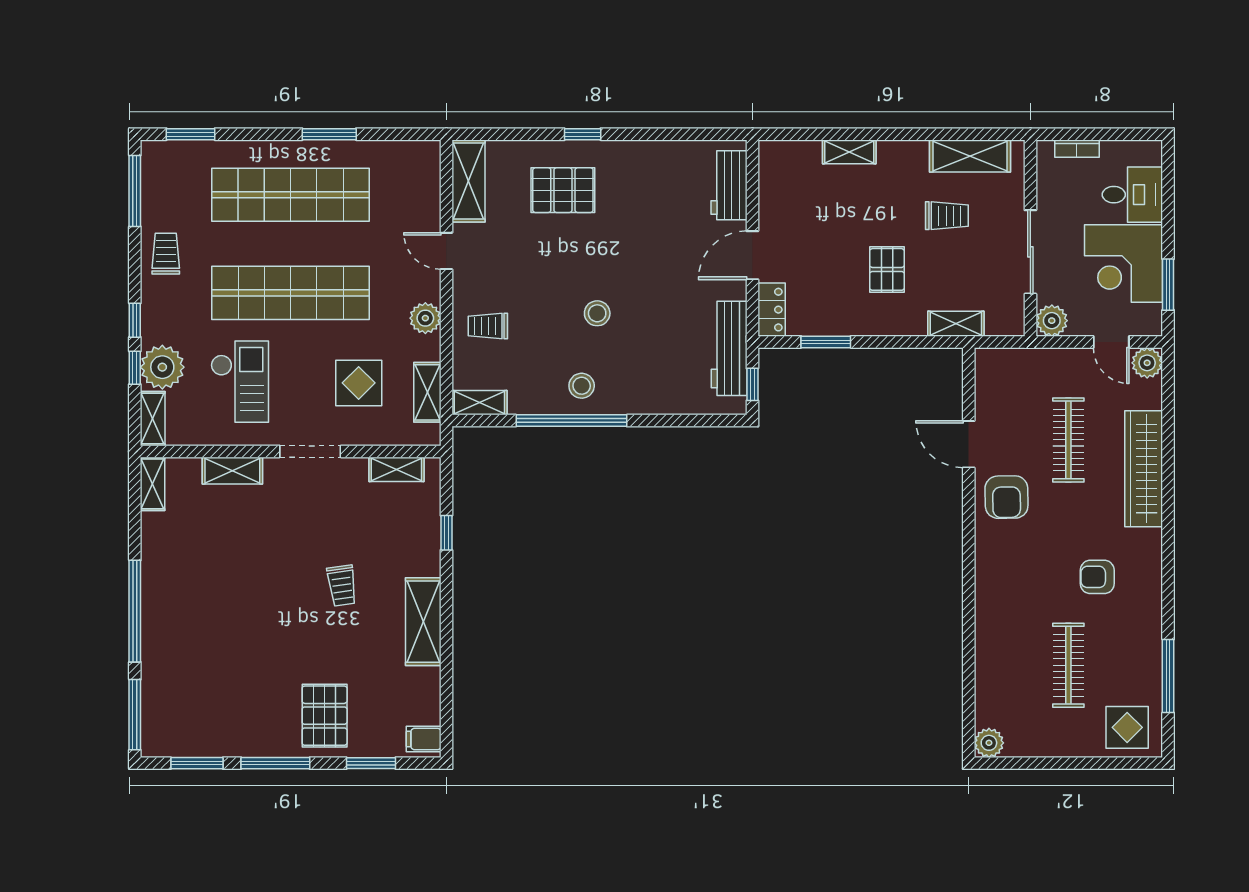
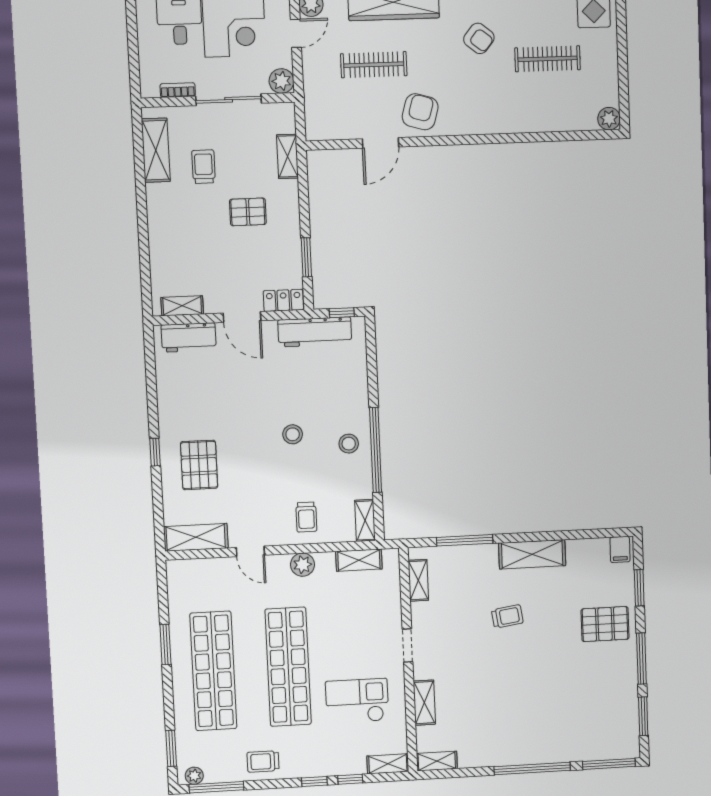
bookcase: (1077, 149) -> (178, 90), moved, turned -90
shelving: (849, 152) -> (182, 306), moved, turned 90
door: (446, 251) -> (250, 551), hinge flipped
plant: (162, 367) -> (194, 776), moved, width x0.53, depth x0.53
display table: (359, 383) -> (354, 612), removed
doorway: (310, 451) -> (408, 646), width x0.73
armchair: (1006, 497) -> (420, 112), turned -73
window: (446, 533) -> (465, 540), width x2.17
armchair: (1097, 577) -> (479, 38), turned -51

